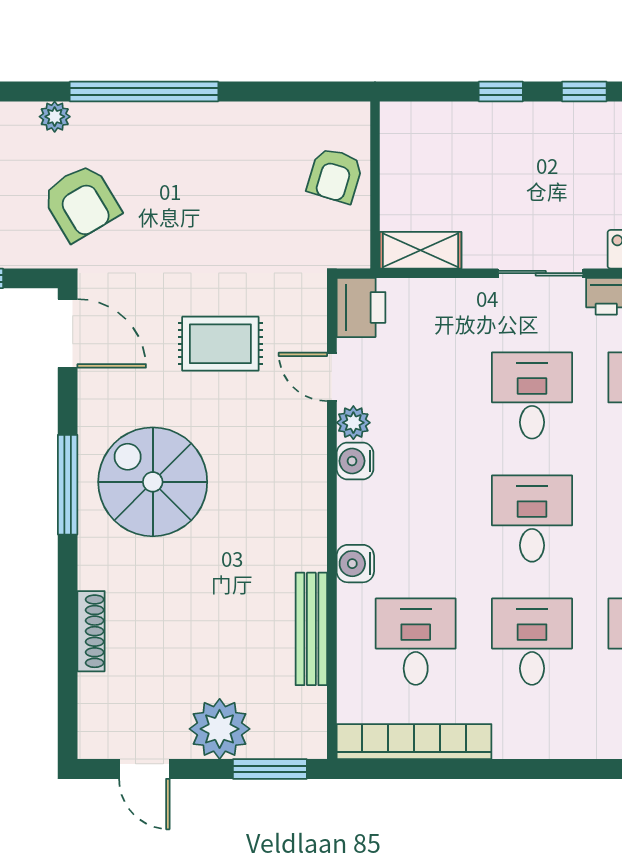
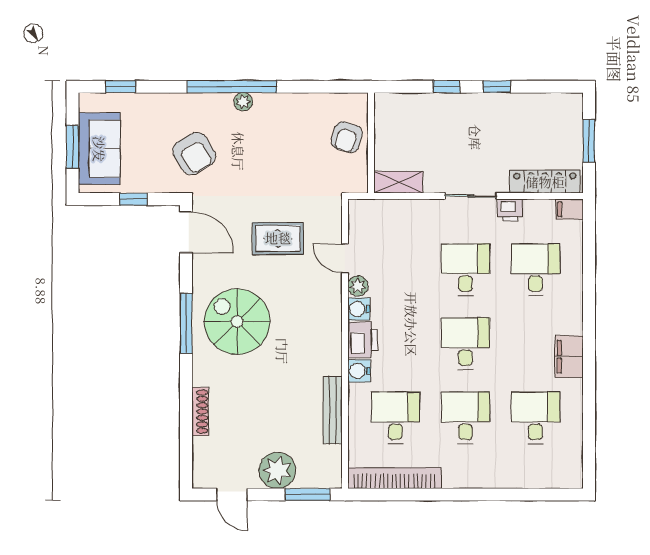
plant: (55, 117) -> (243, 102), moved
printer: (361, 307) -> (362, 340), moved

